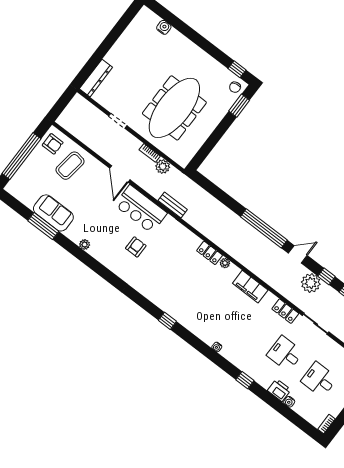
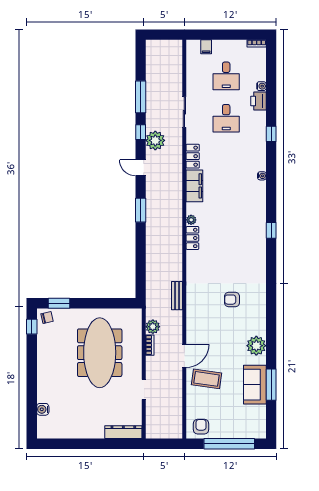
meeting table: (174, 108) -> (100, 353), turned 90
coffee table: (70, 166) -> (207, 379), moved
bar counter: (141, 209) -> (199, 318), removed
window: (264, 228) -> (141, 210), width x0.47
plant: (85, 245) -> (256, 346), width x1.87, depth x1.87
locker: (285, 311) -> (193, 156), moved

